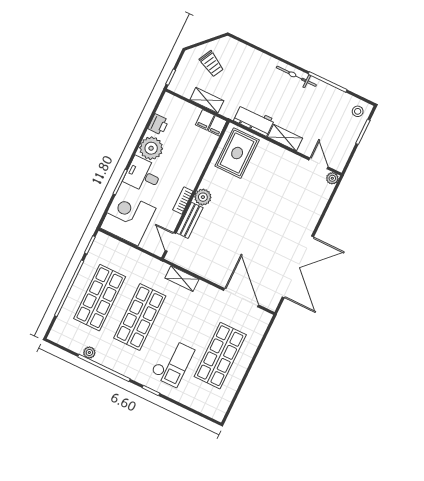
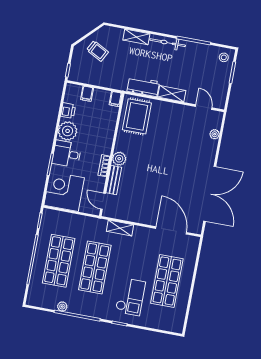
shelving: (207, 100) -> (136, 37), moved
filing cabinet: (205, 120) -> (87, 94), moved
plant: (332, 178) -> (215, 134), moved

